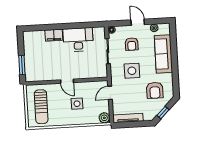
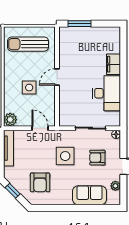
sofa: (163, 54) -> (90, 195), width x0.73
armchair: (155, 90) -> (40, 182), turned -90

